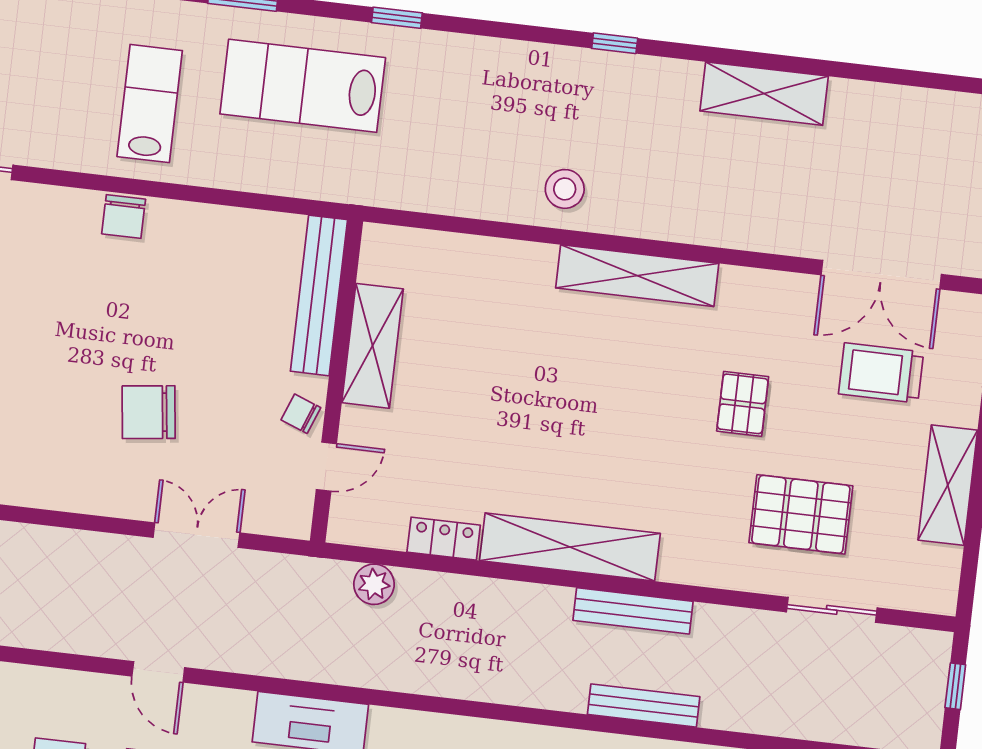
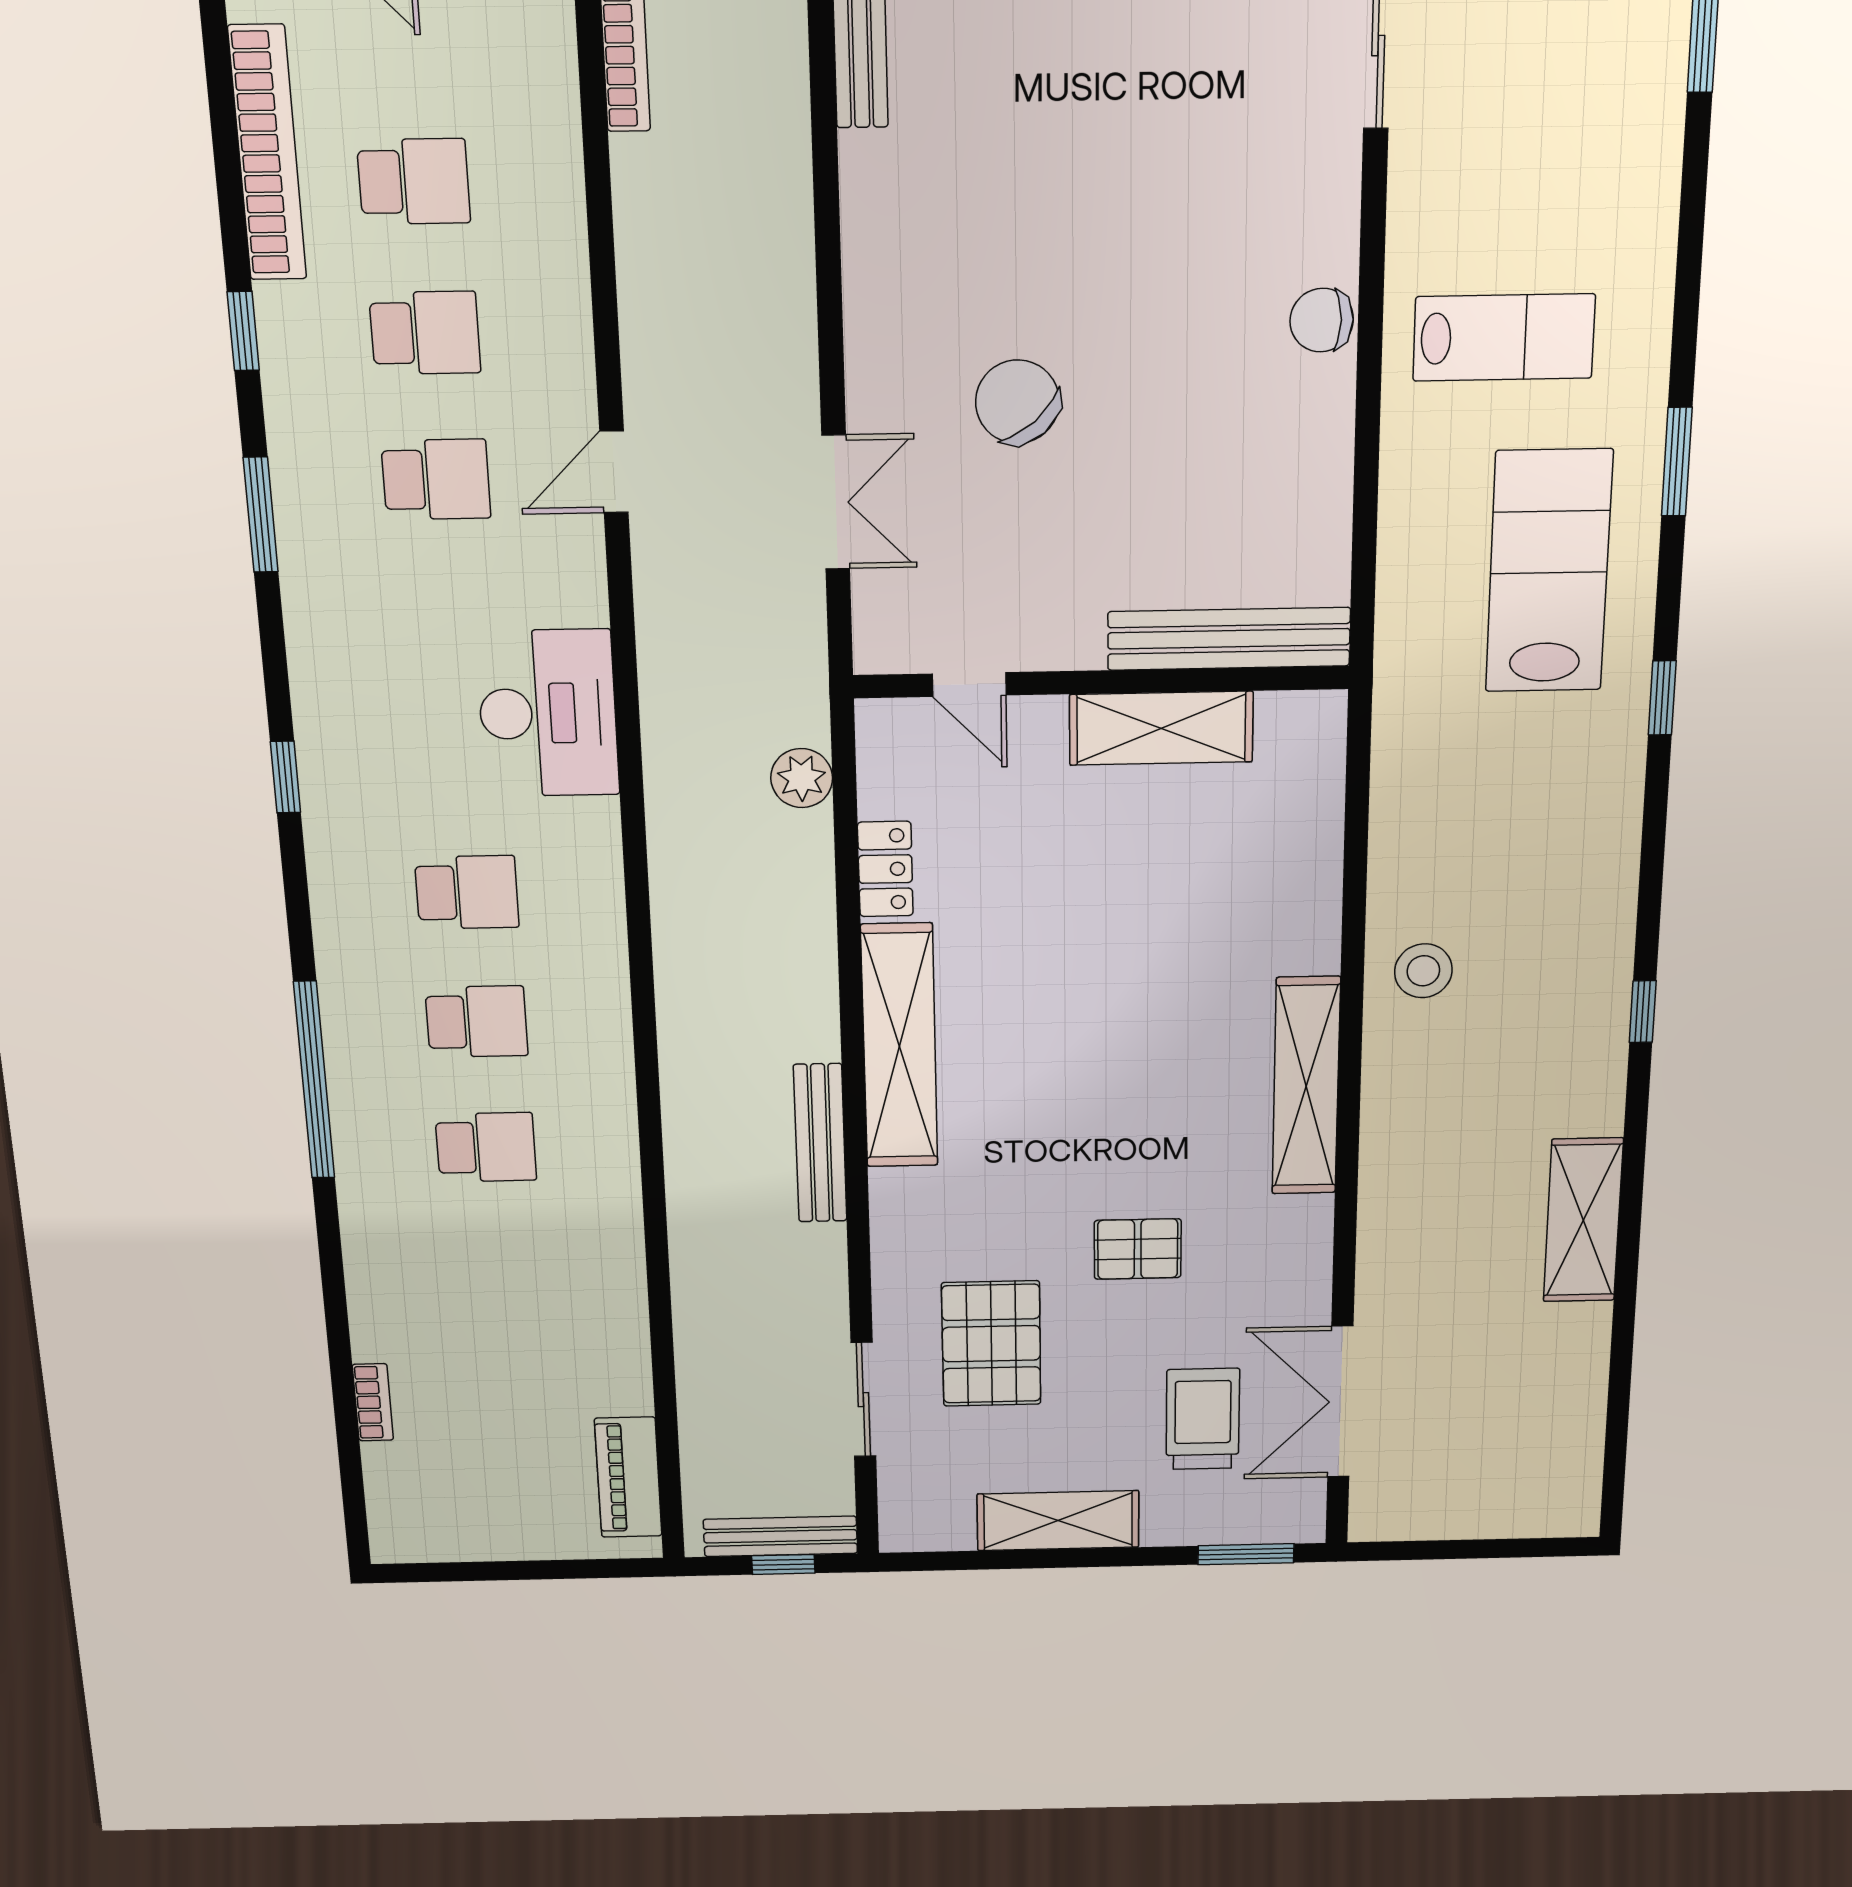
chair: (149, 412) -> (1017, 402), turned -34
chair: (301, 414) -> (1045, 636), removed
bench: (644, 706) -> (780, 1536), moved, turned 90

